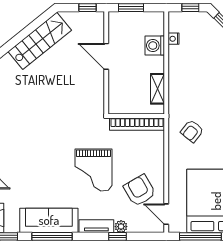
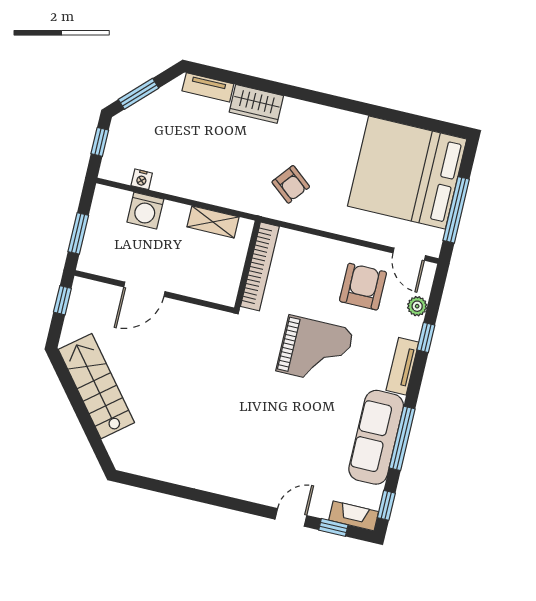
armchair: (140, 190) -> (363, 287), turned 120
door: (166, 214) -> (409, 254), hinge flipped
plant: (121, 227) -> (417, 306), moved

